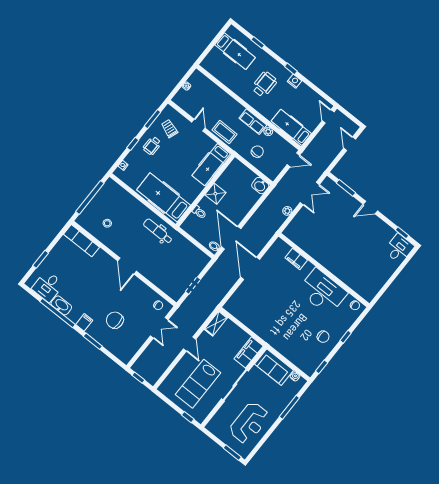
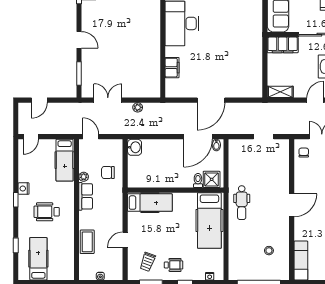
coffee table: (224, 132) -> (87, 242), moved
shower: (215, 194) -> (212, 179), moved

